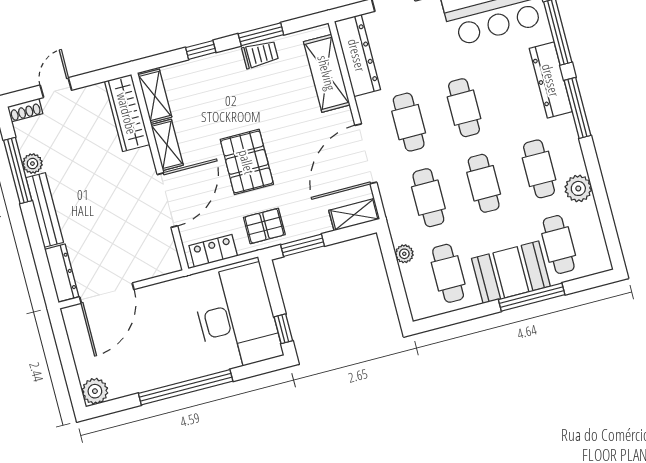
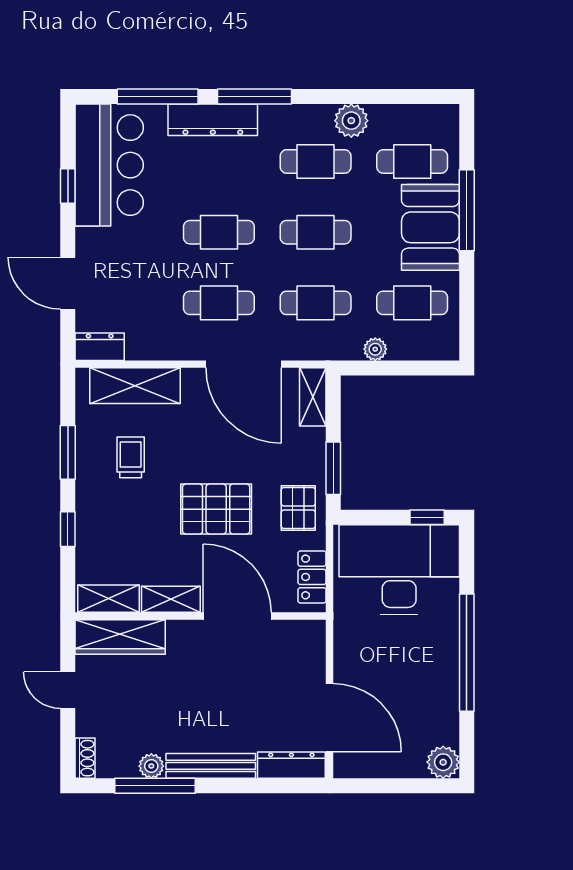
trolley: (260, 54) -> (131, 457), moved
dresser: (357, 55) -> (100, 347), width x0.51, depth x0.80
door: (56, 88) -> (68, 690), moved

